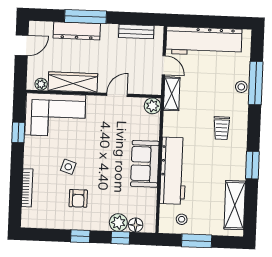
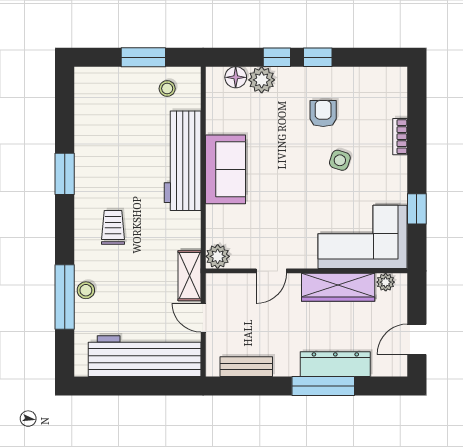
bookcase: (27, 188) -> (400, 137), width x0.64
shelving: (235, 205) -> (89, 113), removed
window: (120, 238) -> (277, 57), moved

